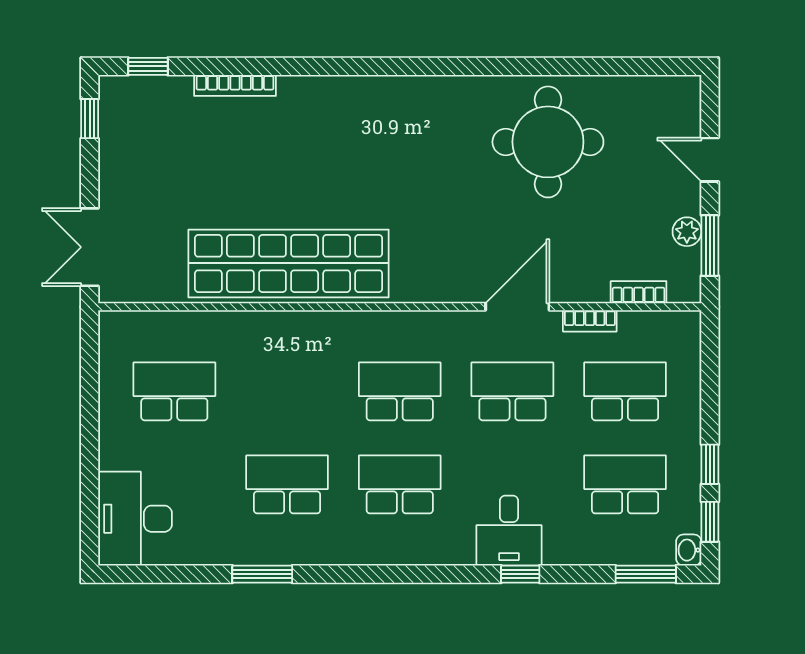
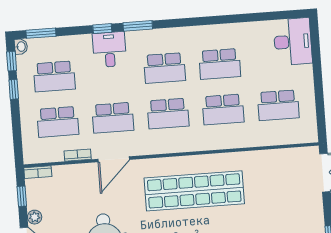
plant: (687, 232) -> (35, 217), moved
window: (710, 246) -> (22, 196), width x0.67
shop shelf: (289, 263) -> (194, 191), moved
bookcase: (639, 292) -> (38, 172), moved
school desk: (287, 391) -> (223, 109), added
window: (262, 574) -> (138, 26), moved

